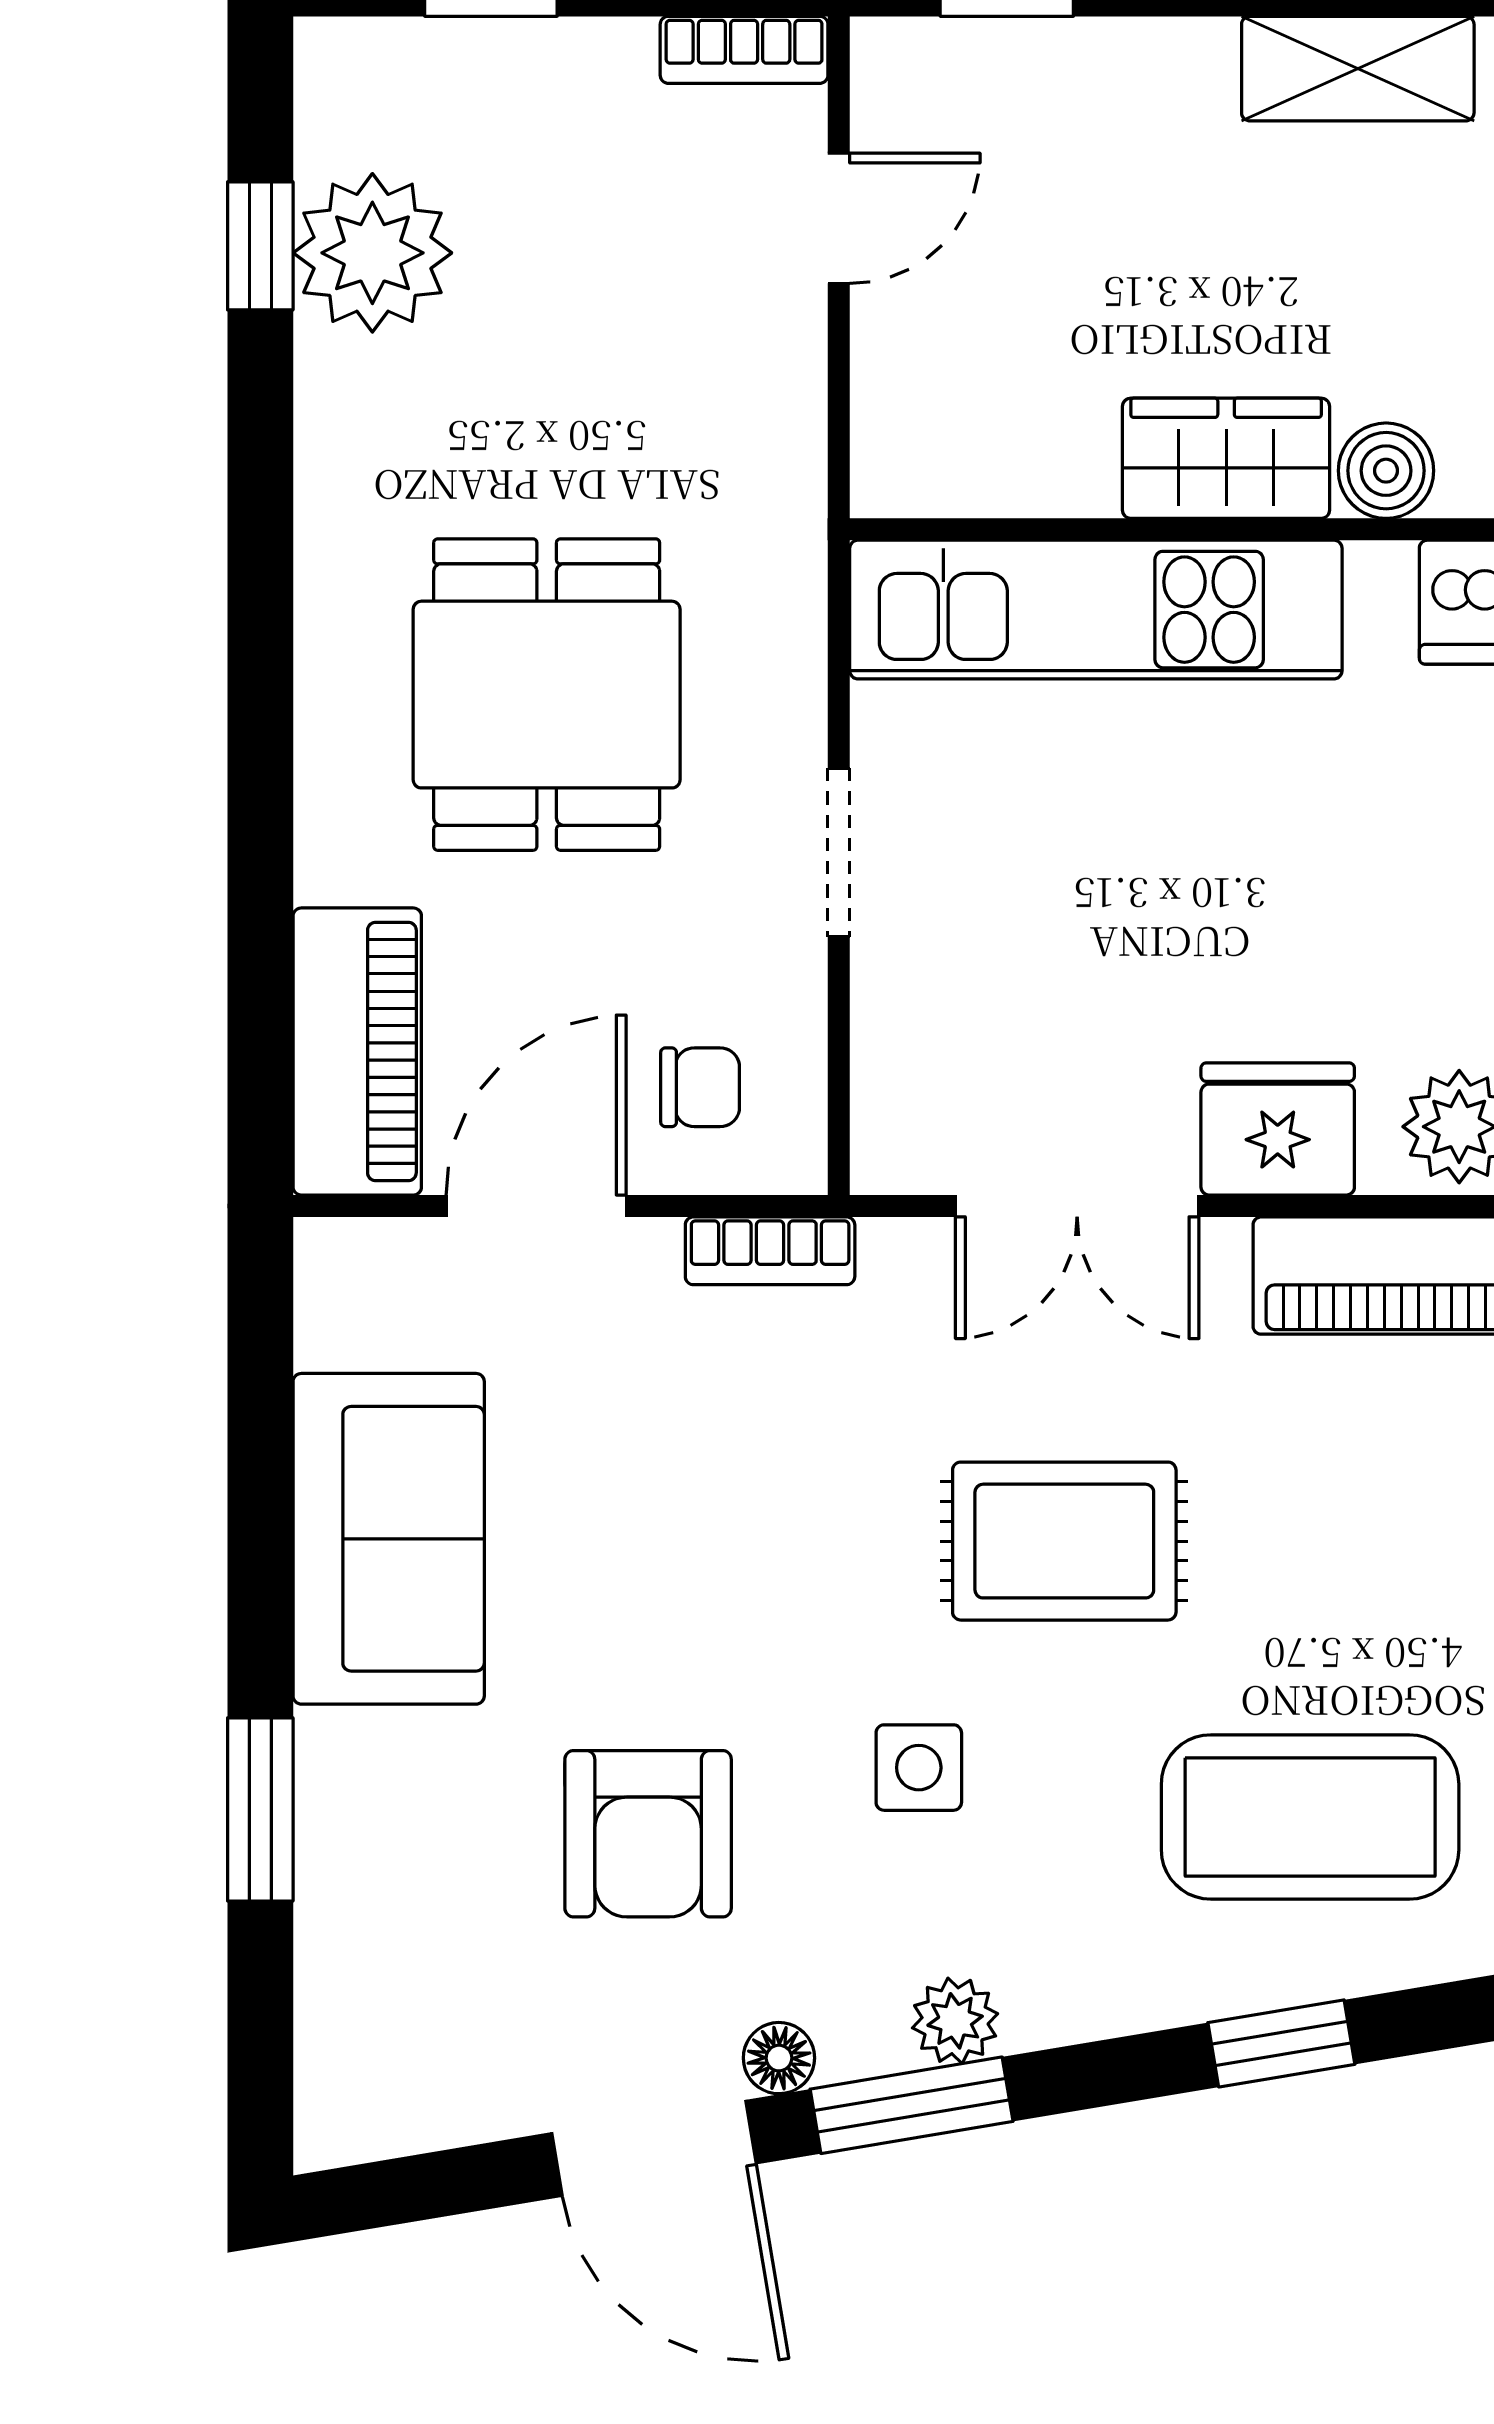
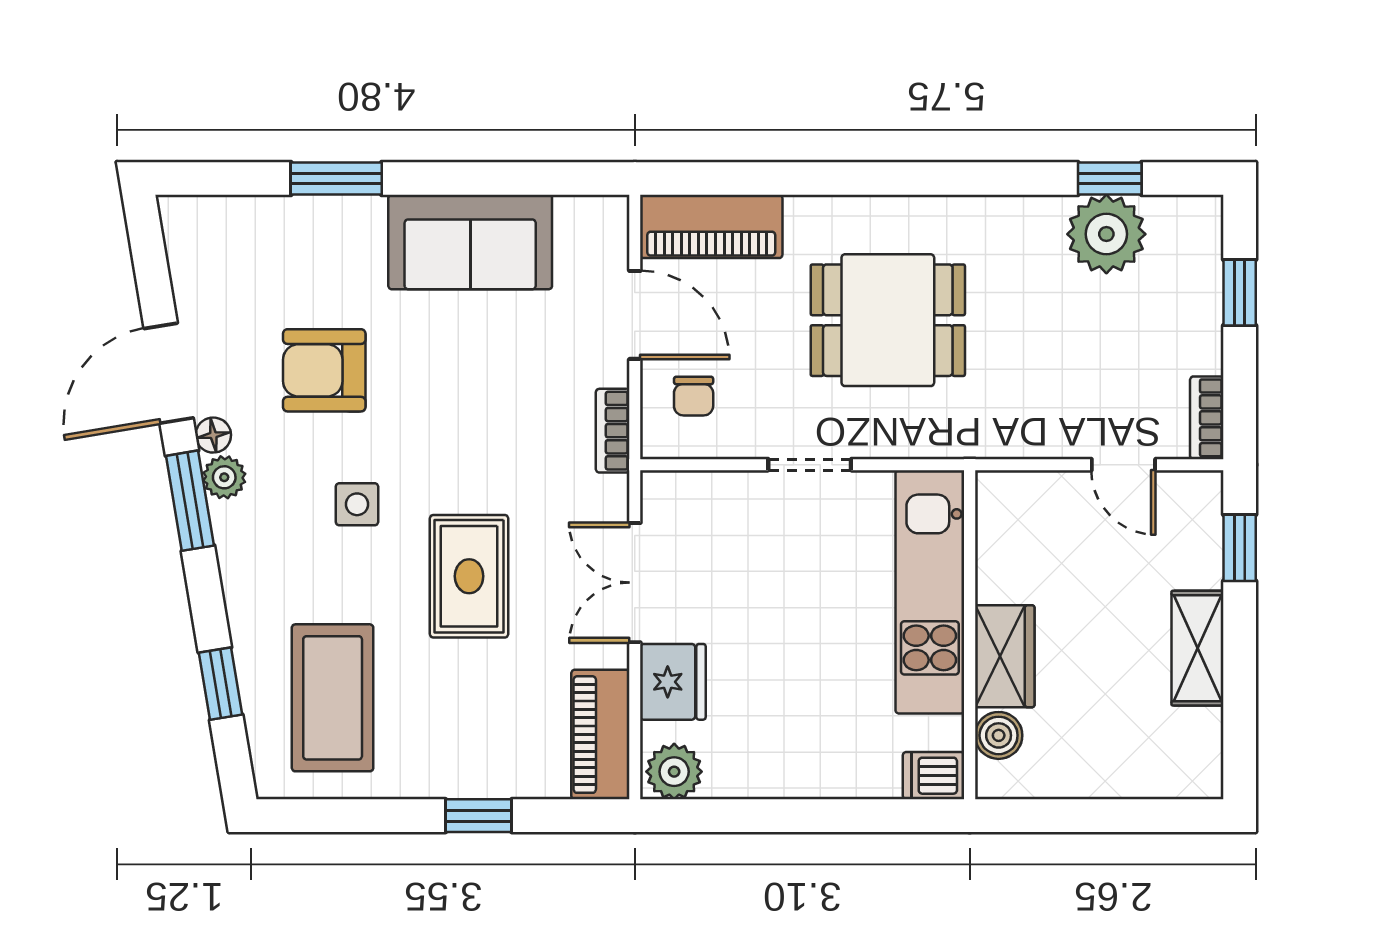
shelving: (1358, 69) -> (1198, 648), moved
plant: (955, 2021) -> (224, 477), moved

